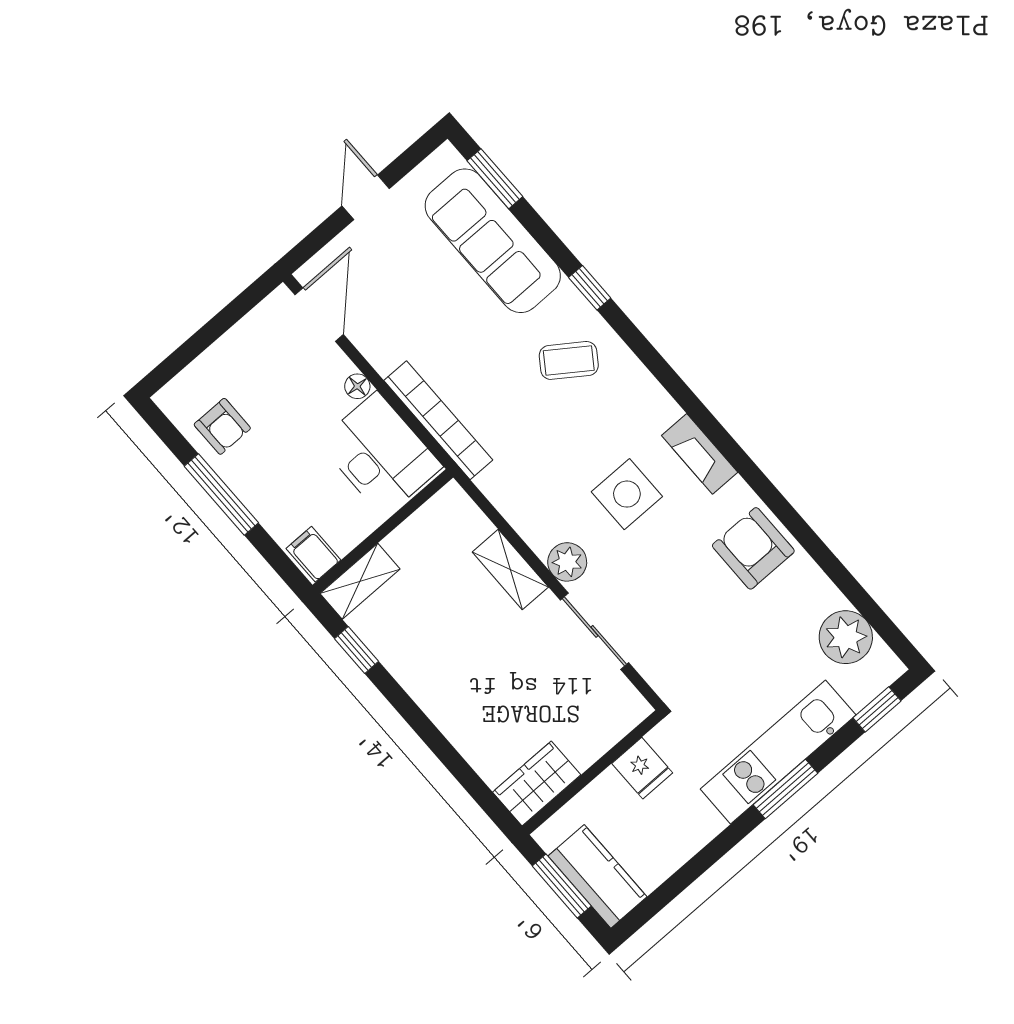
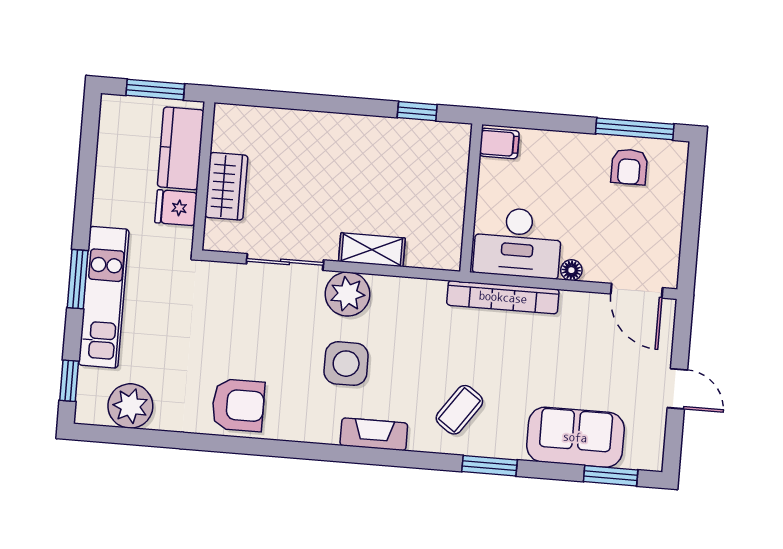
sofa: (493, 241) -> (575, 437), width x0.73
window: (590, 288) -> (490, 466), width x1.50
armchair: (222, 426) -> (629, 167), turned -90
fireplace: (700, 454) -> (374, 434), moved
window: (221, 495) -> (635, 129), moved
plant: (567, 562) -> (347, 294), width x1.36, depth x1.36
shelving: (360, 581) -> (455, 154), removed
wardrobe: (537, 783) -> (226, 186), moved
kitchen counter: (598, 876) -> (181, 148), moved, turned 90

